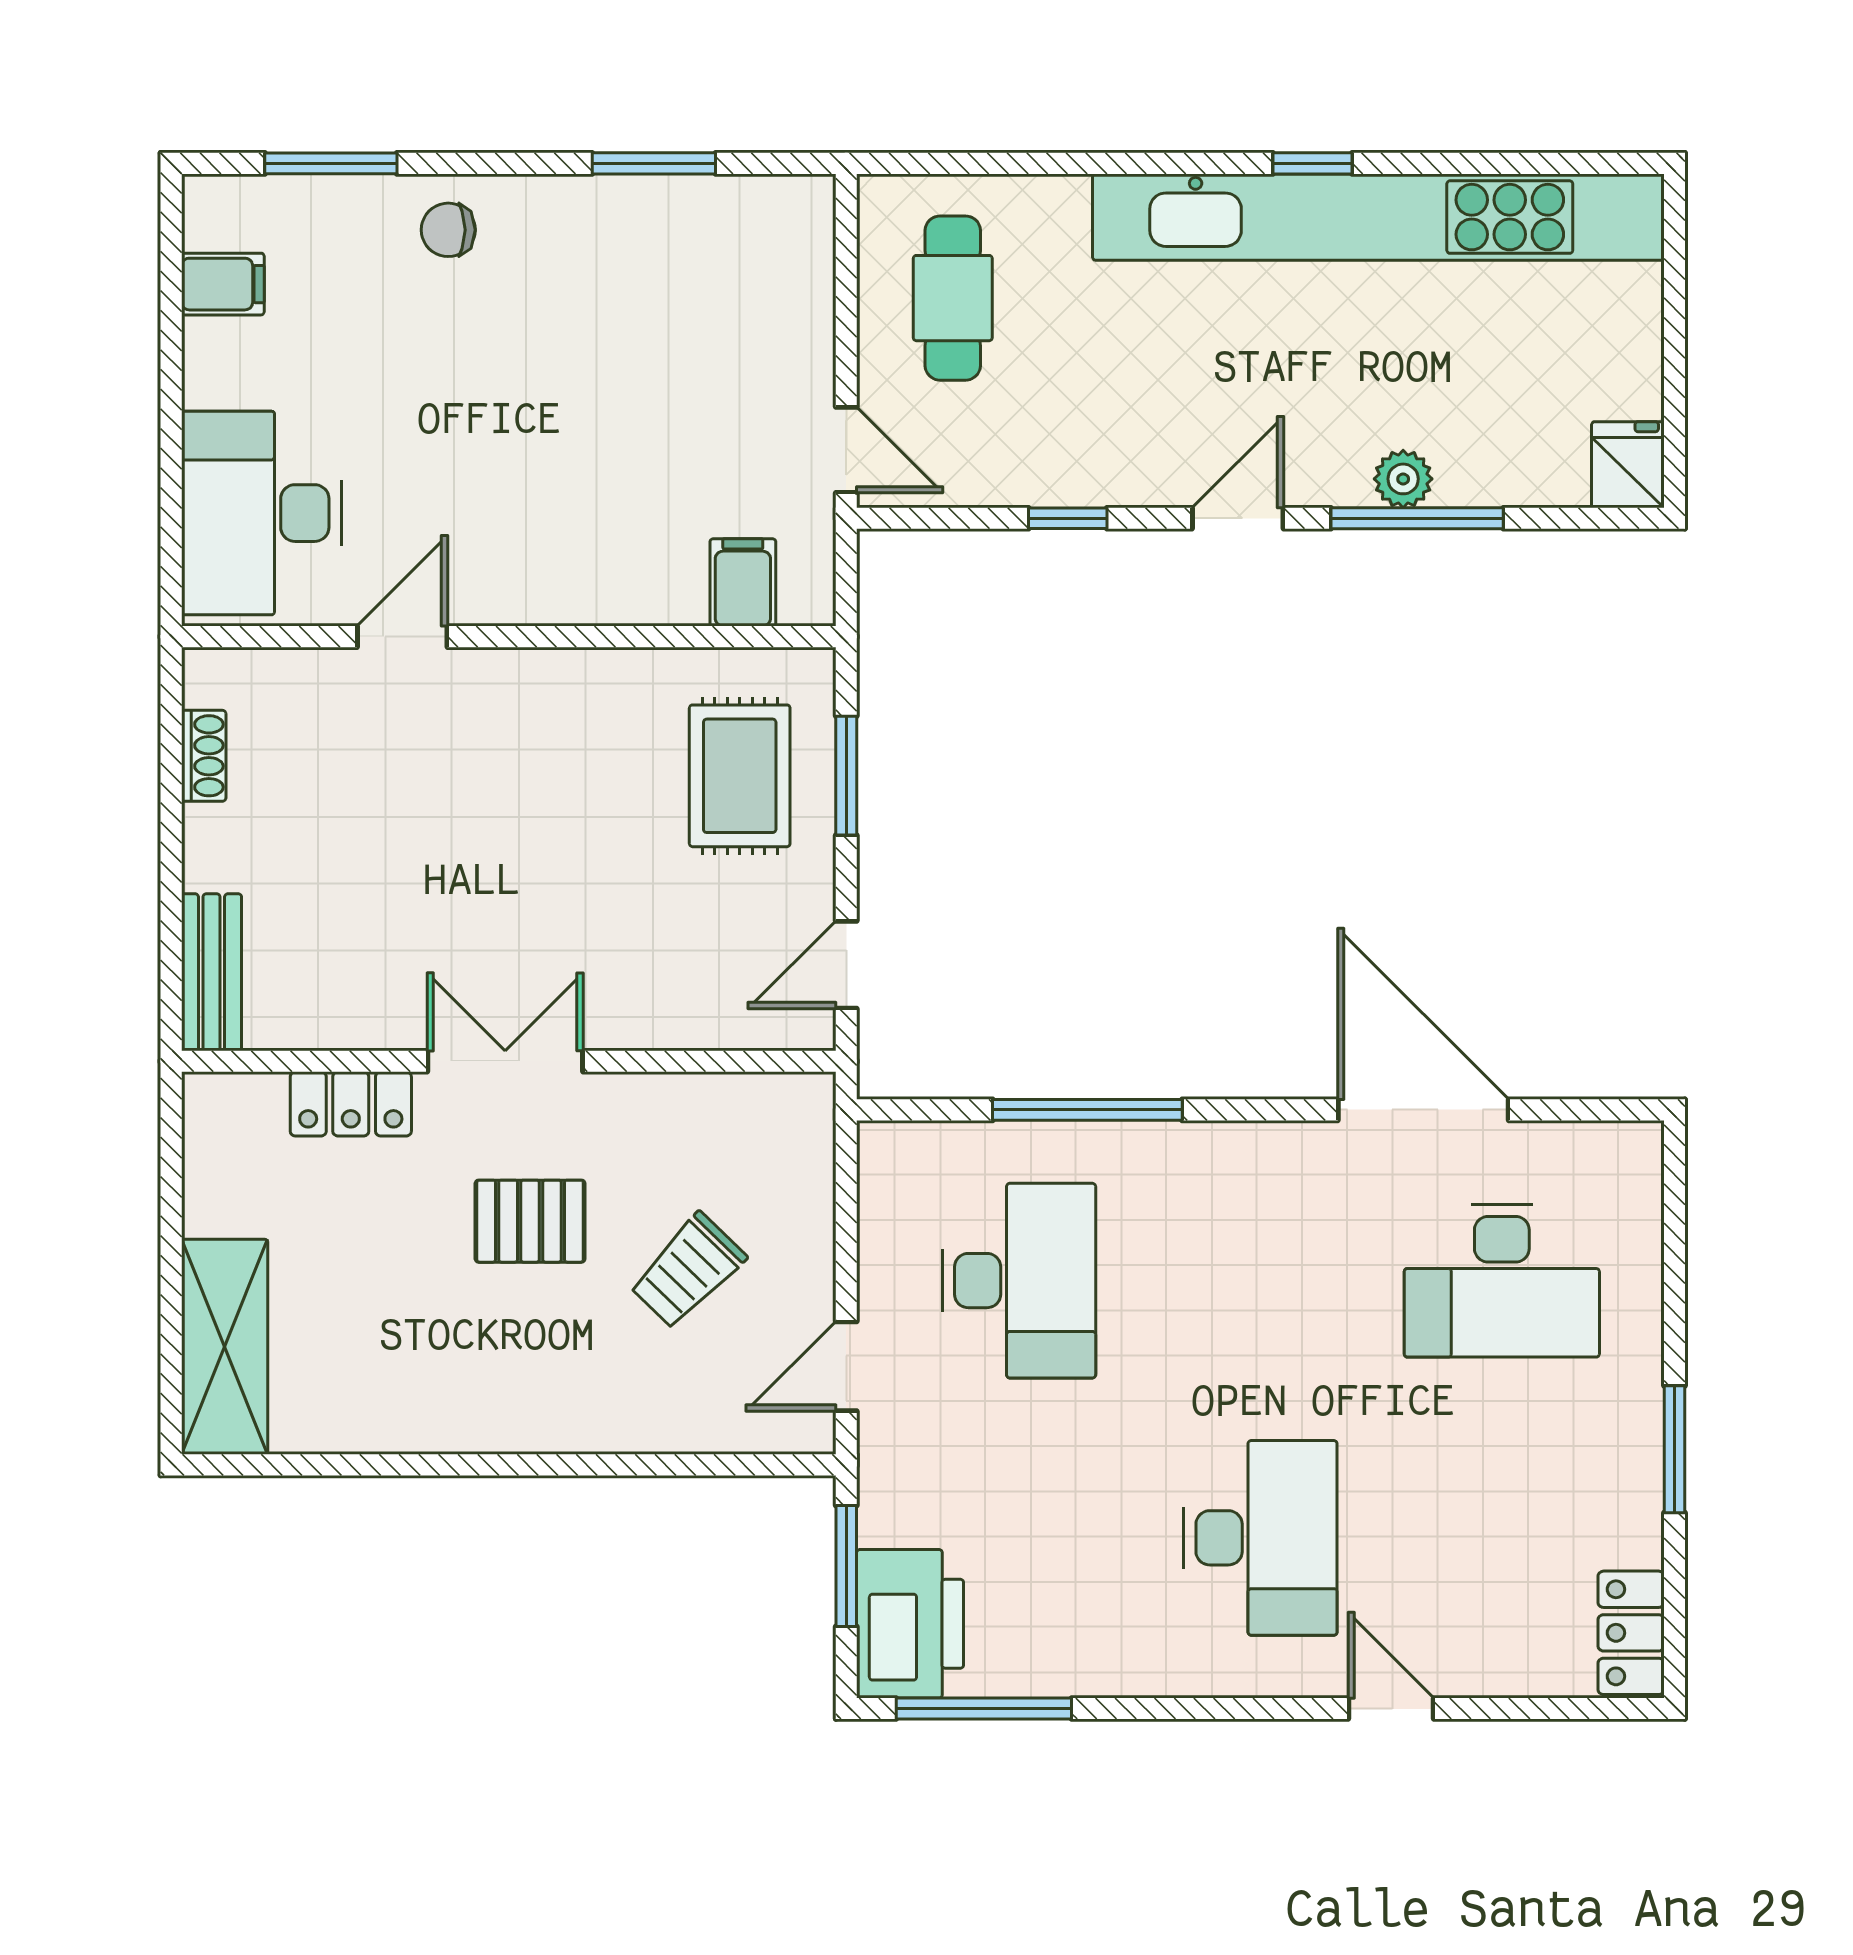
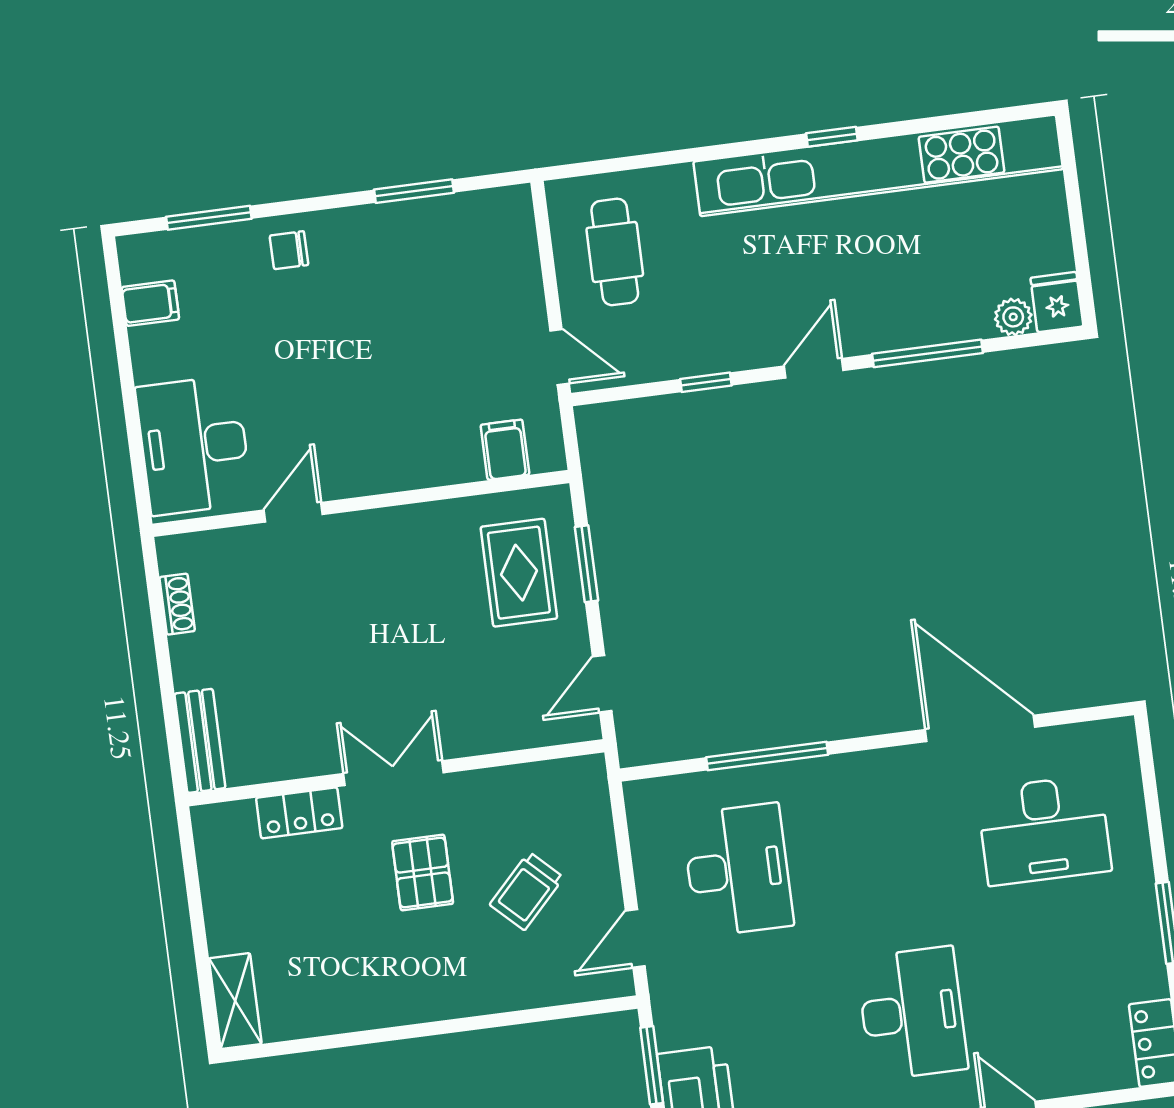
plant: (1403, 479) -> (1013, 317), moved
pallet: (530, 1221) -> (423, 873), turned 90
shelving: (225, 1347) -> (235, 1001), width x0.67, depth x0.75

